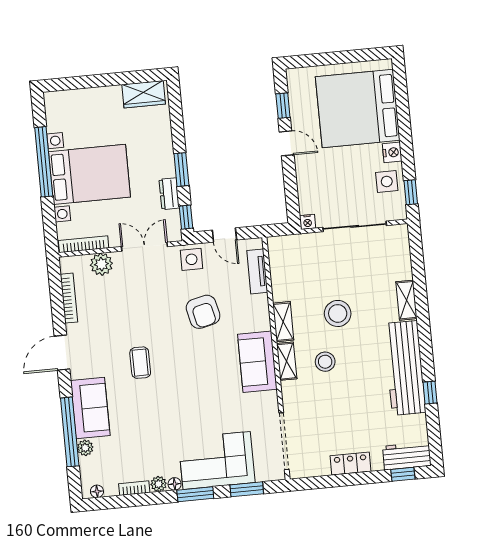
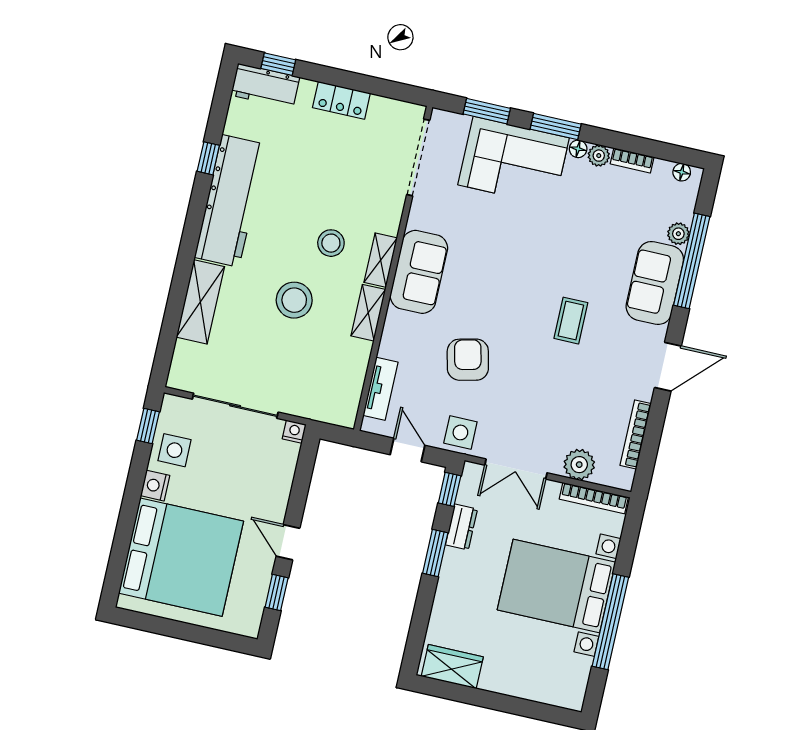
shelving: (406, 300) -> (200, 302), width x1.50, depth x1.33

